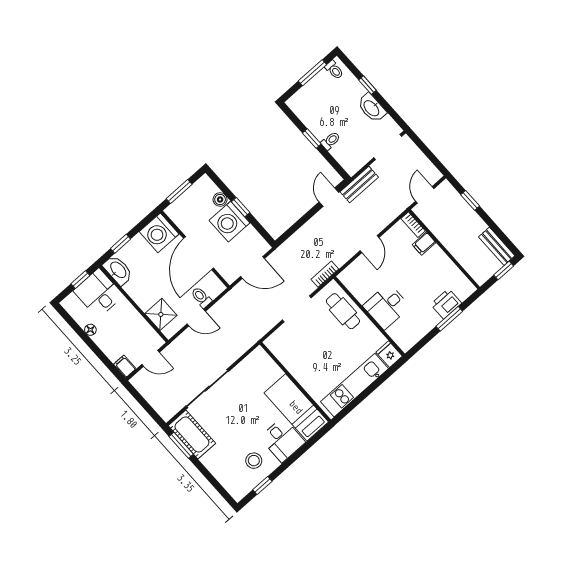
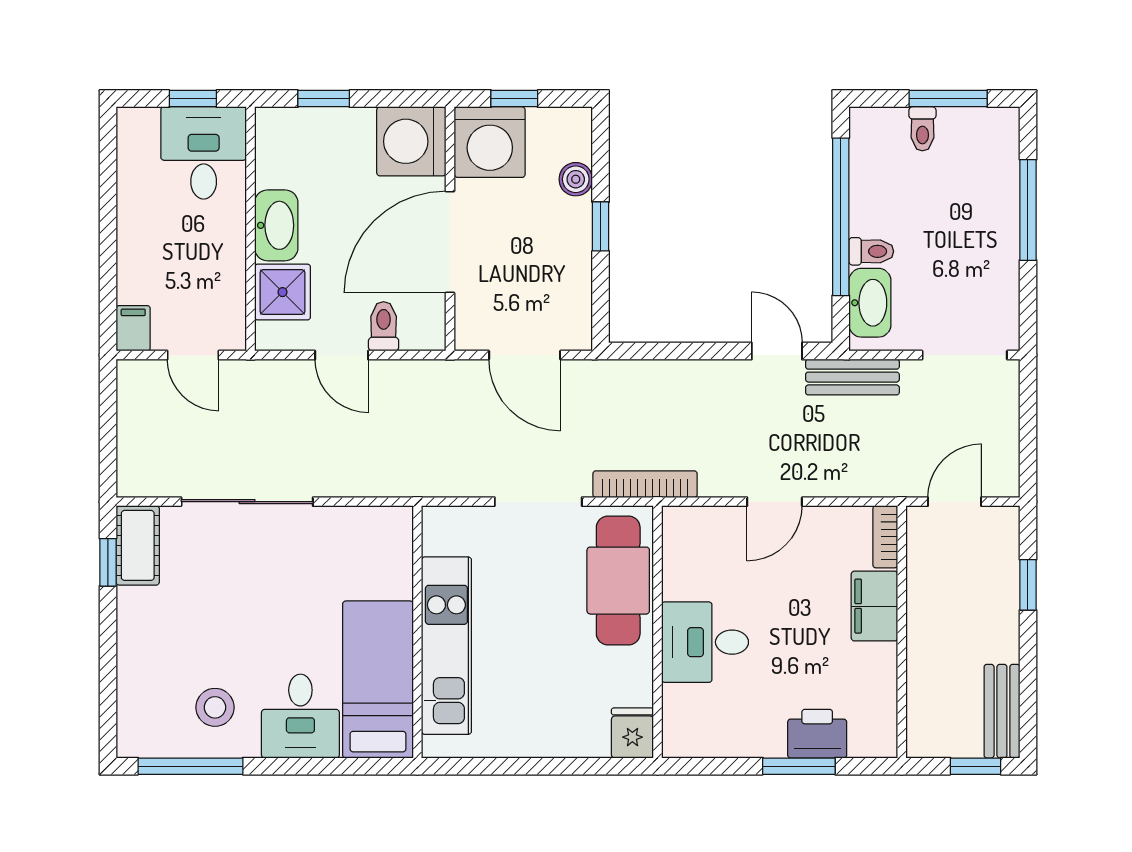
toilet: (334, 70) -> (922, 129), moved
window: (367, 85) -> (1028, 210), width x2.17
washbasin: (372, 108) -> (870, 303), moved, turned 180
window: (312, 138) -> (841, 217), width x3.17
window: (179, 192) -> (514, 99), width x0.67
door: (329, 197) -> (777, 351), hinge flipped
washing machine: (229, 222) -> (490, 142), moved, turned -90
filing cabinet: (424, 244) -> (874, 606), width x2.00
washbasin: (118, 270) -> (276, 225), moved
bookcase: (325, 274) -> (645, 484), width x1.56
cafe table: (343, 311) -> (618, 581), width x1.37, depth x1.35
floor lamp: (90, 330) -> (130, 206), removed
kitchen unit: (354, 385) -> (446, 646), moved, turned 90
cot: (192, 434) -> (138, 545), width x0.73, depth x0.75
window: (181, 445) -> (108, 562), width x0.67
window: (262, 485) -> (190, 766), width x2.17

